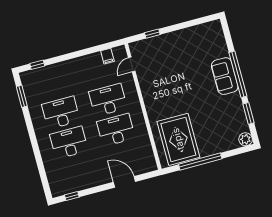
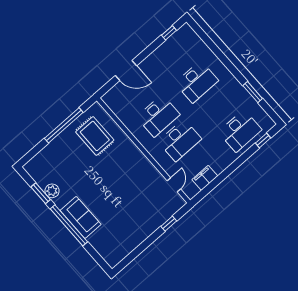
filing cabinet: (107, 56) -> (205, 178), width x2.00
window: (22, 96) -> (253, 92), moved
desk: (61, 113) -> (240, 131), moved
rug: (178, 139) -> (95, 136), width x0.73, depth x0.69
plant: (246, 139) -> (52, 191), moved

